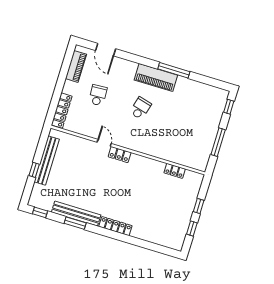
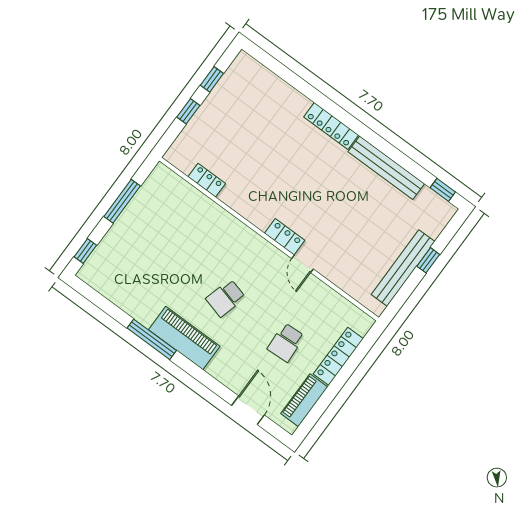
locker: (62, 111) -> (338, 356), moved
window: (75, 223) -> (393, 153), removed

